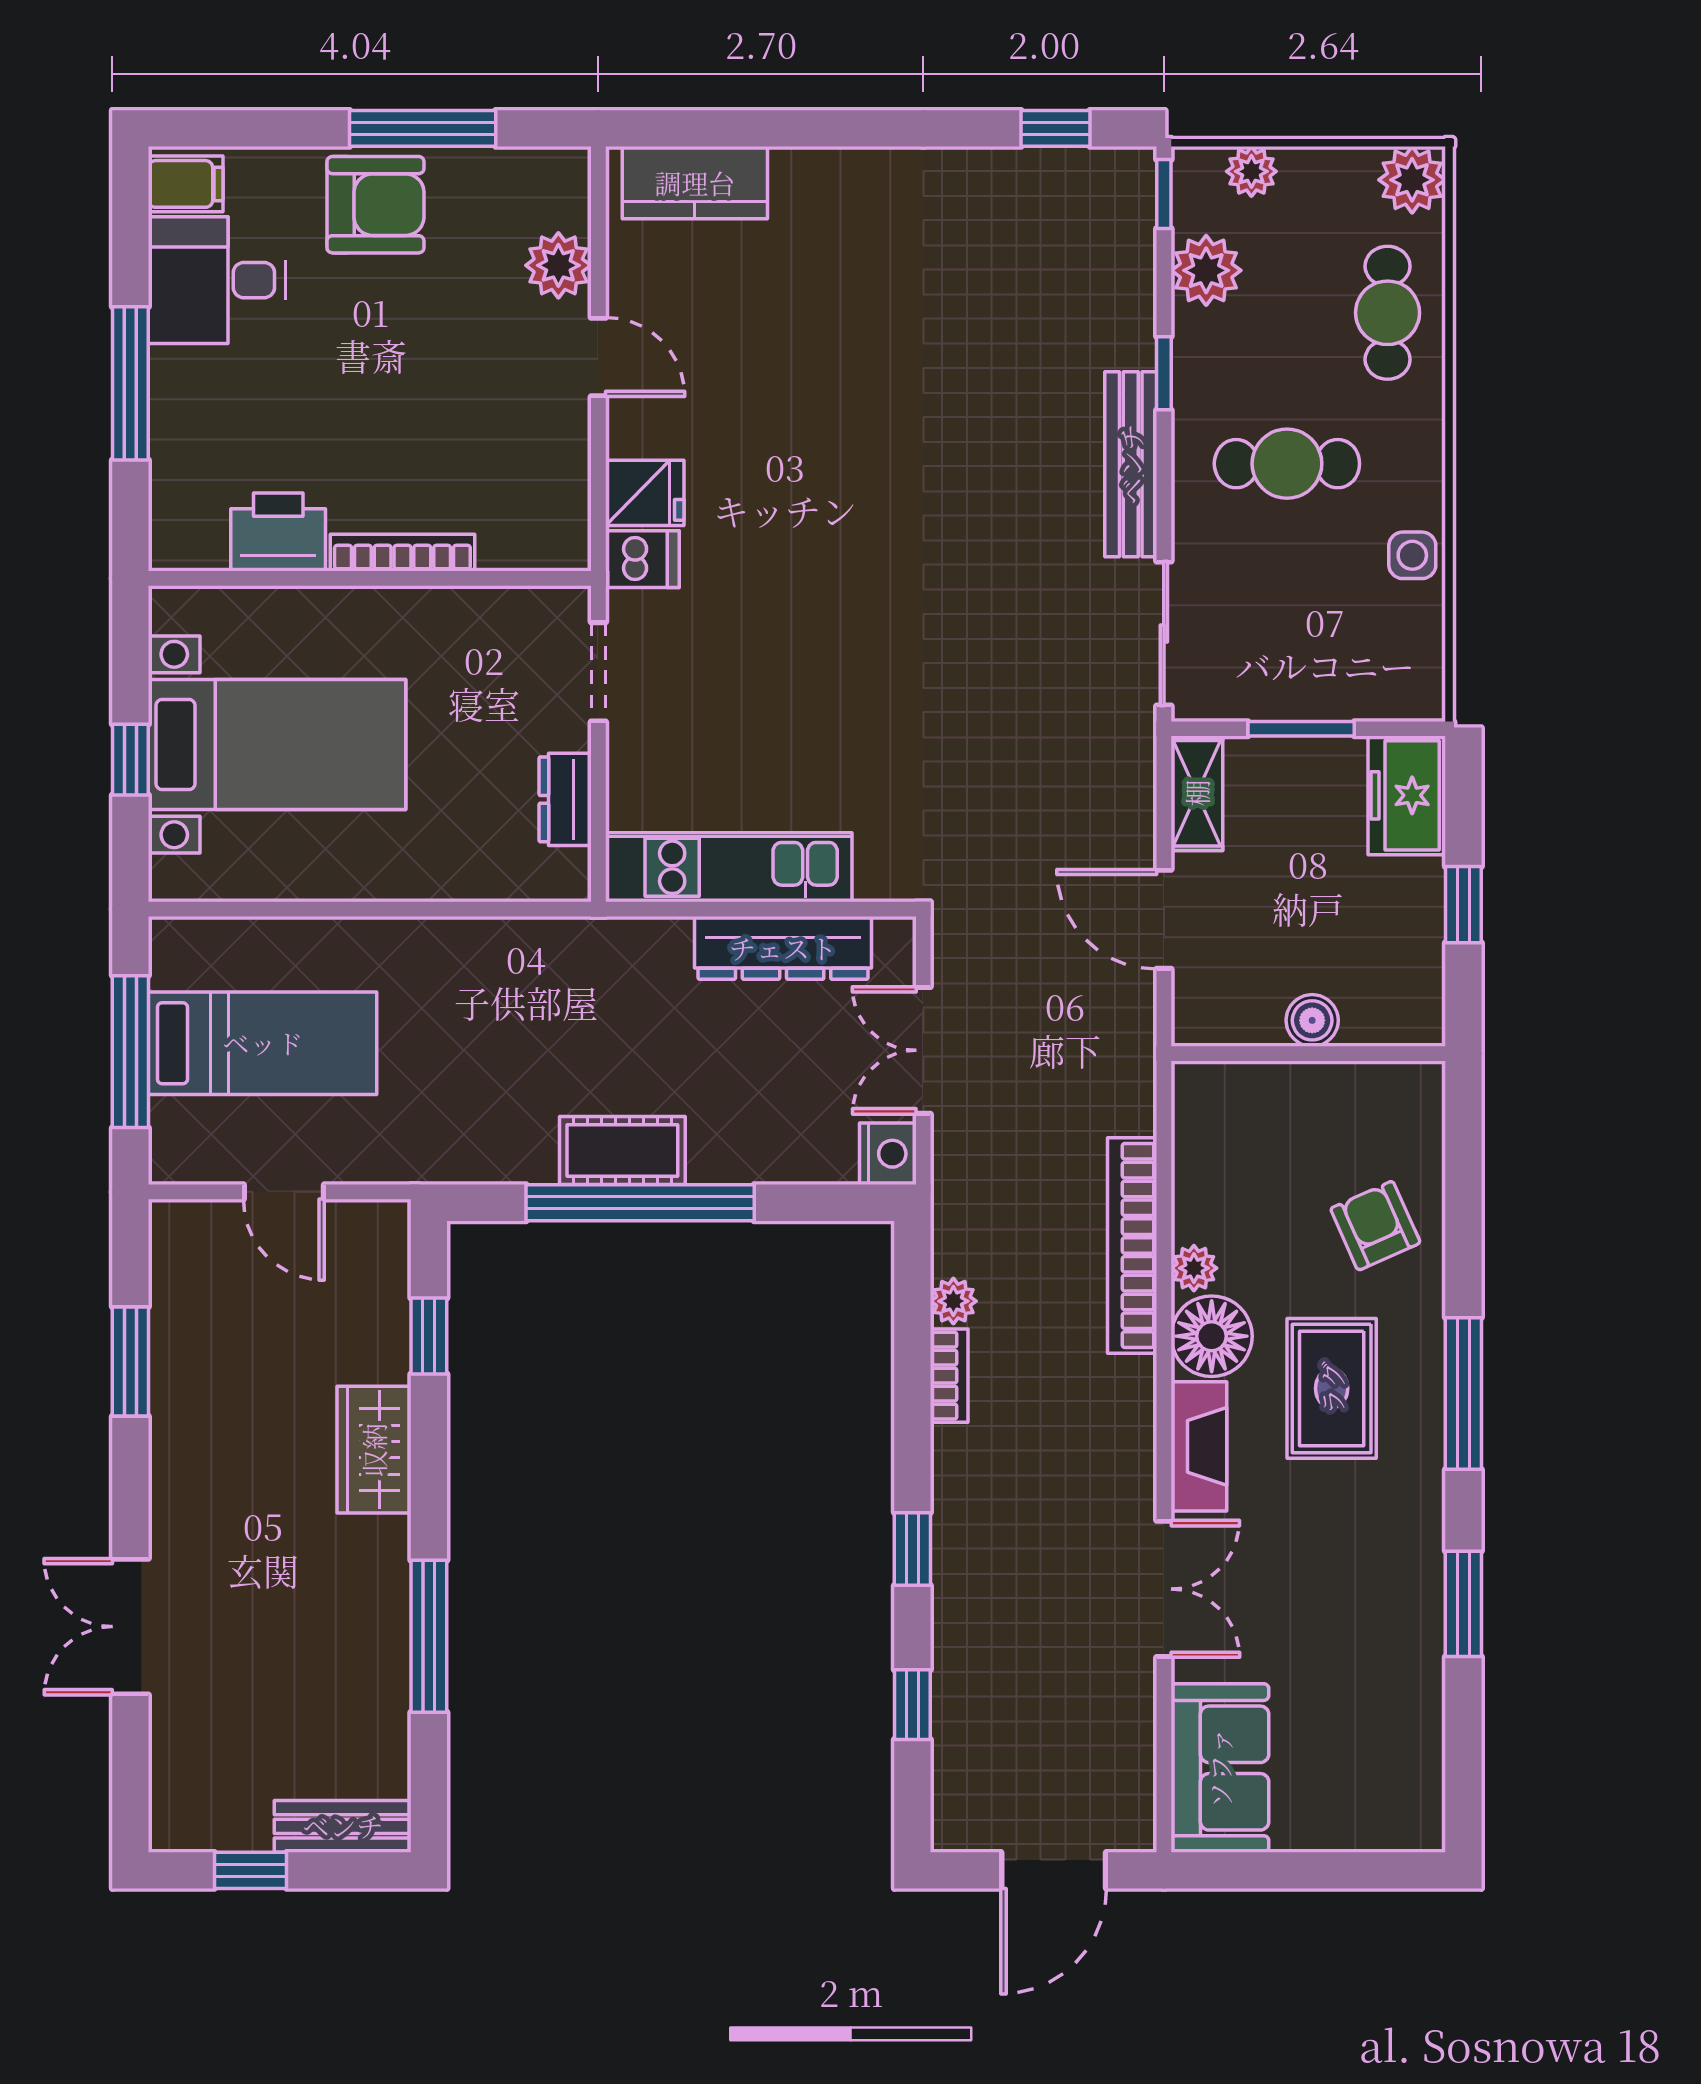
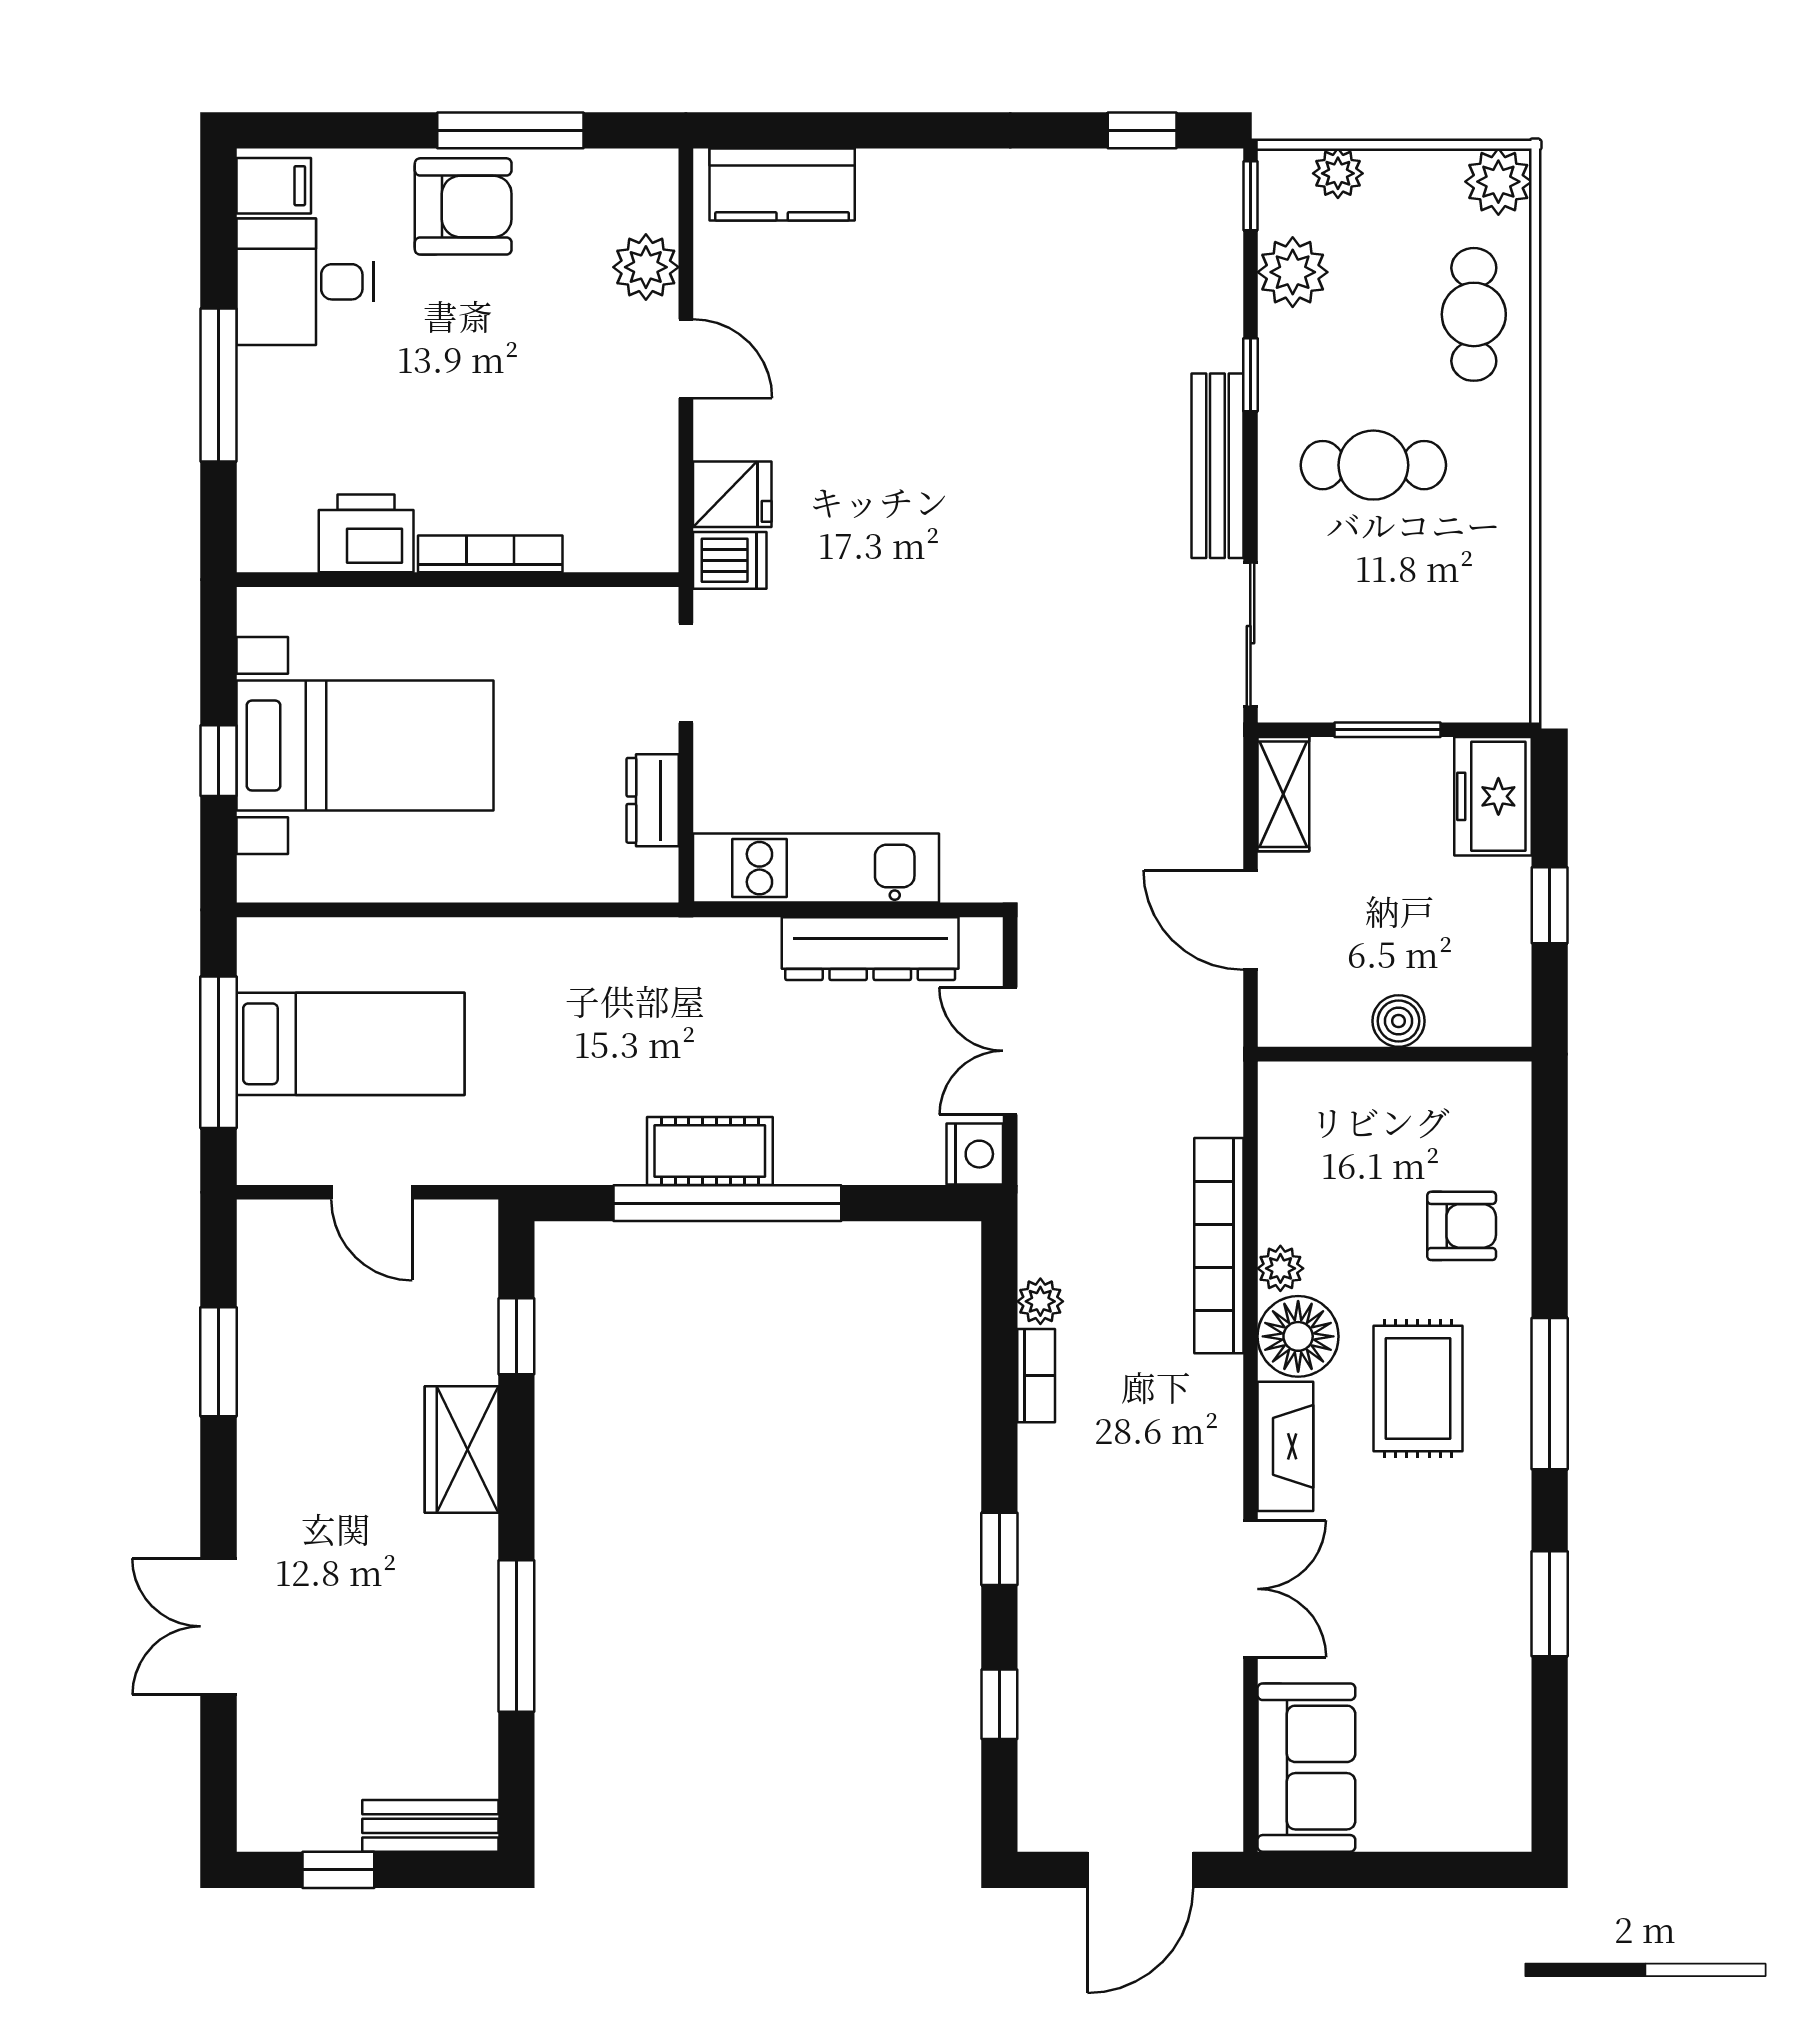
side table: (1412, 555) -> (1499, 557), removed
armchair: (1375, 1226) -> (1462, 1226), turned 114

